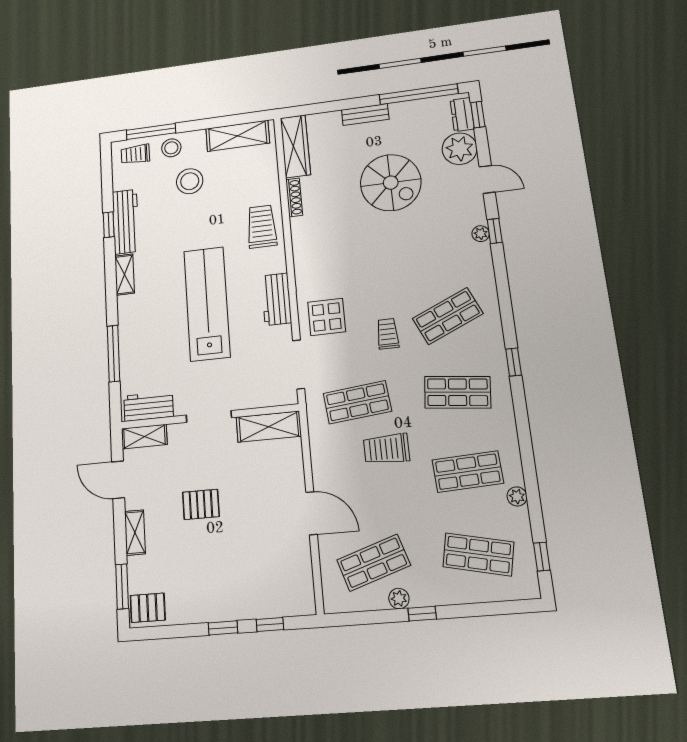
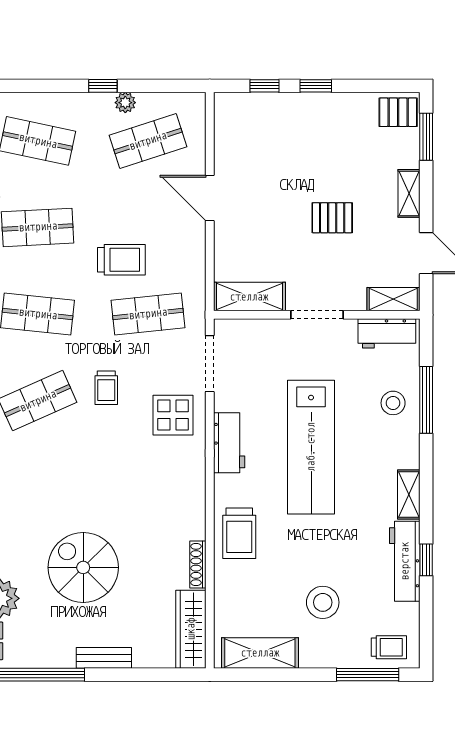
stool: (171, 148) -> (393, 403), moved

